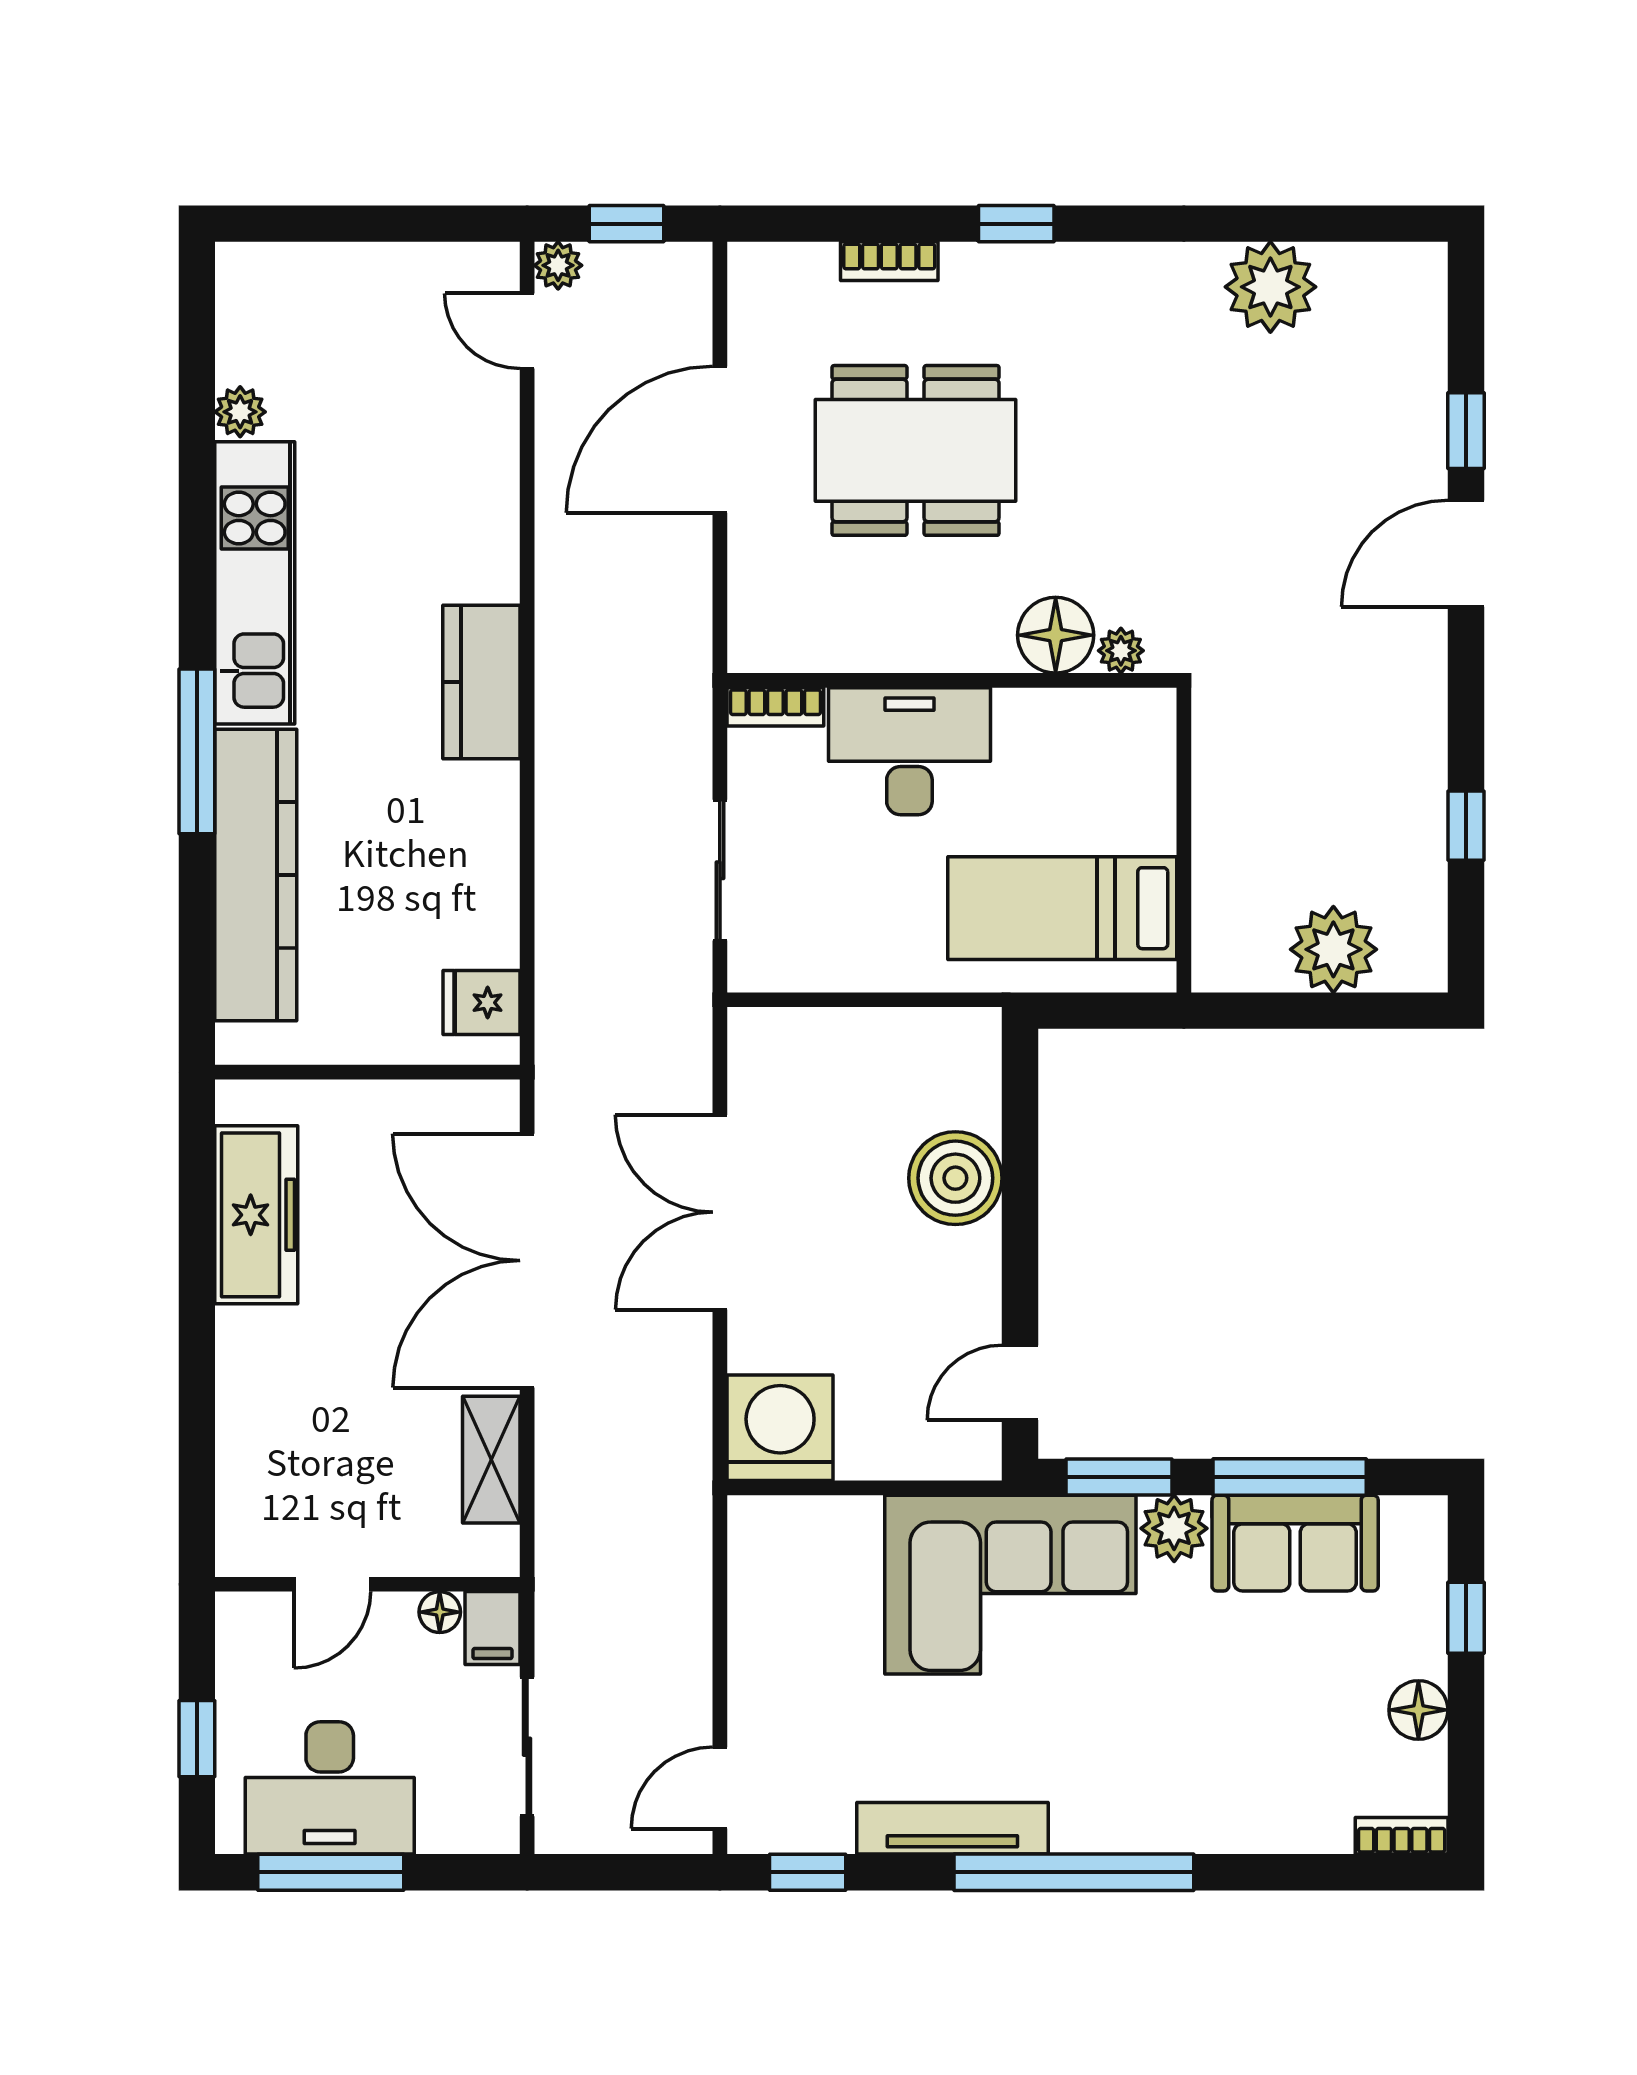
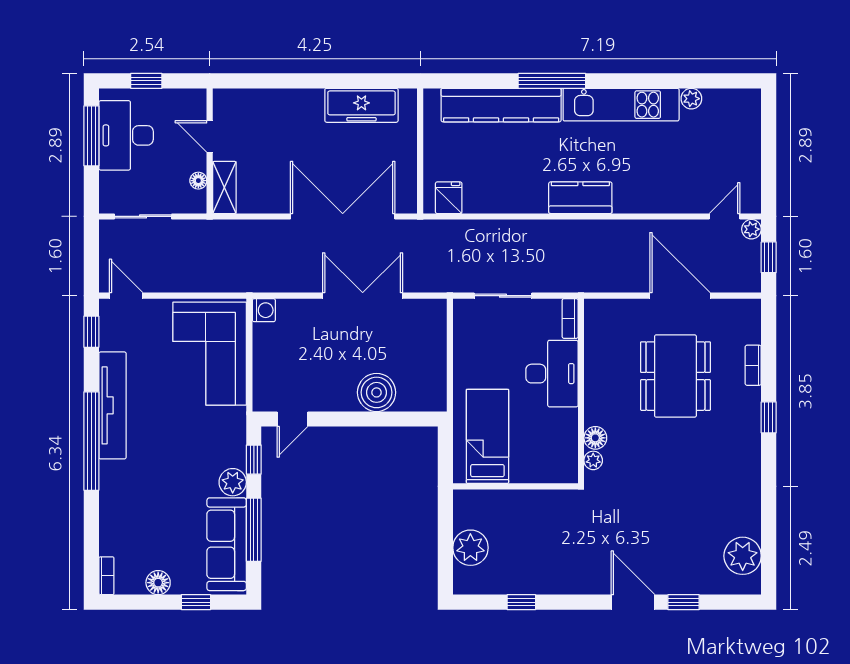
plant: (1270, 287) -> (743, 556), moved
floor lamp: (1056, 635) -> (595, 438), width x0.73, depth x0.73
door: (1020, 1383) -> (292, 419), swing flipped
washing machine: (780, 1428) -> (264, 310), width x0.53, depth x0.53
shelving: (491, 1460) -> (224, 187), moved, turned 90
window: (1119, 1477) -> (254, 460), width x0.67
sofa: (1295, 1543) -> (227, 544), width x1.36
corner sofa: (1010, 1585) -> (210, 354), moved
filing cabinet: (492, 1628) -> (192, 202), removed
tv unit: (952, 1828) -> (112, 405), width x1.36, depth x1.29

